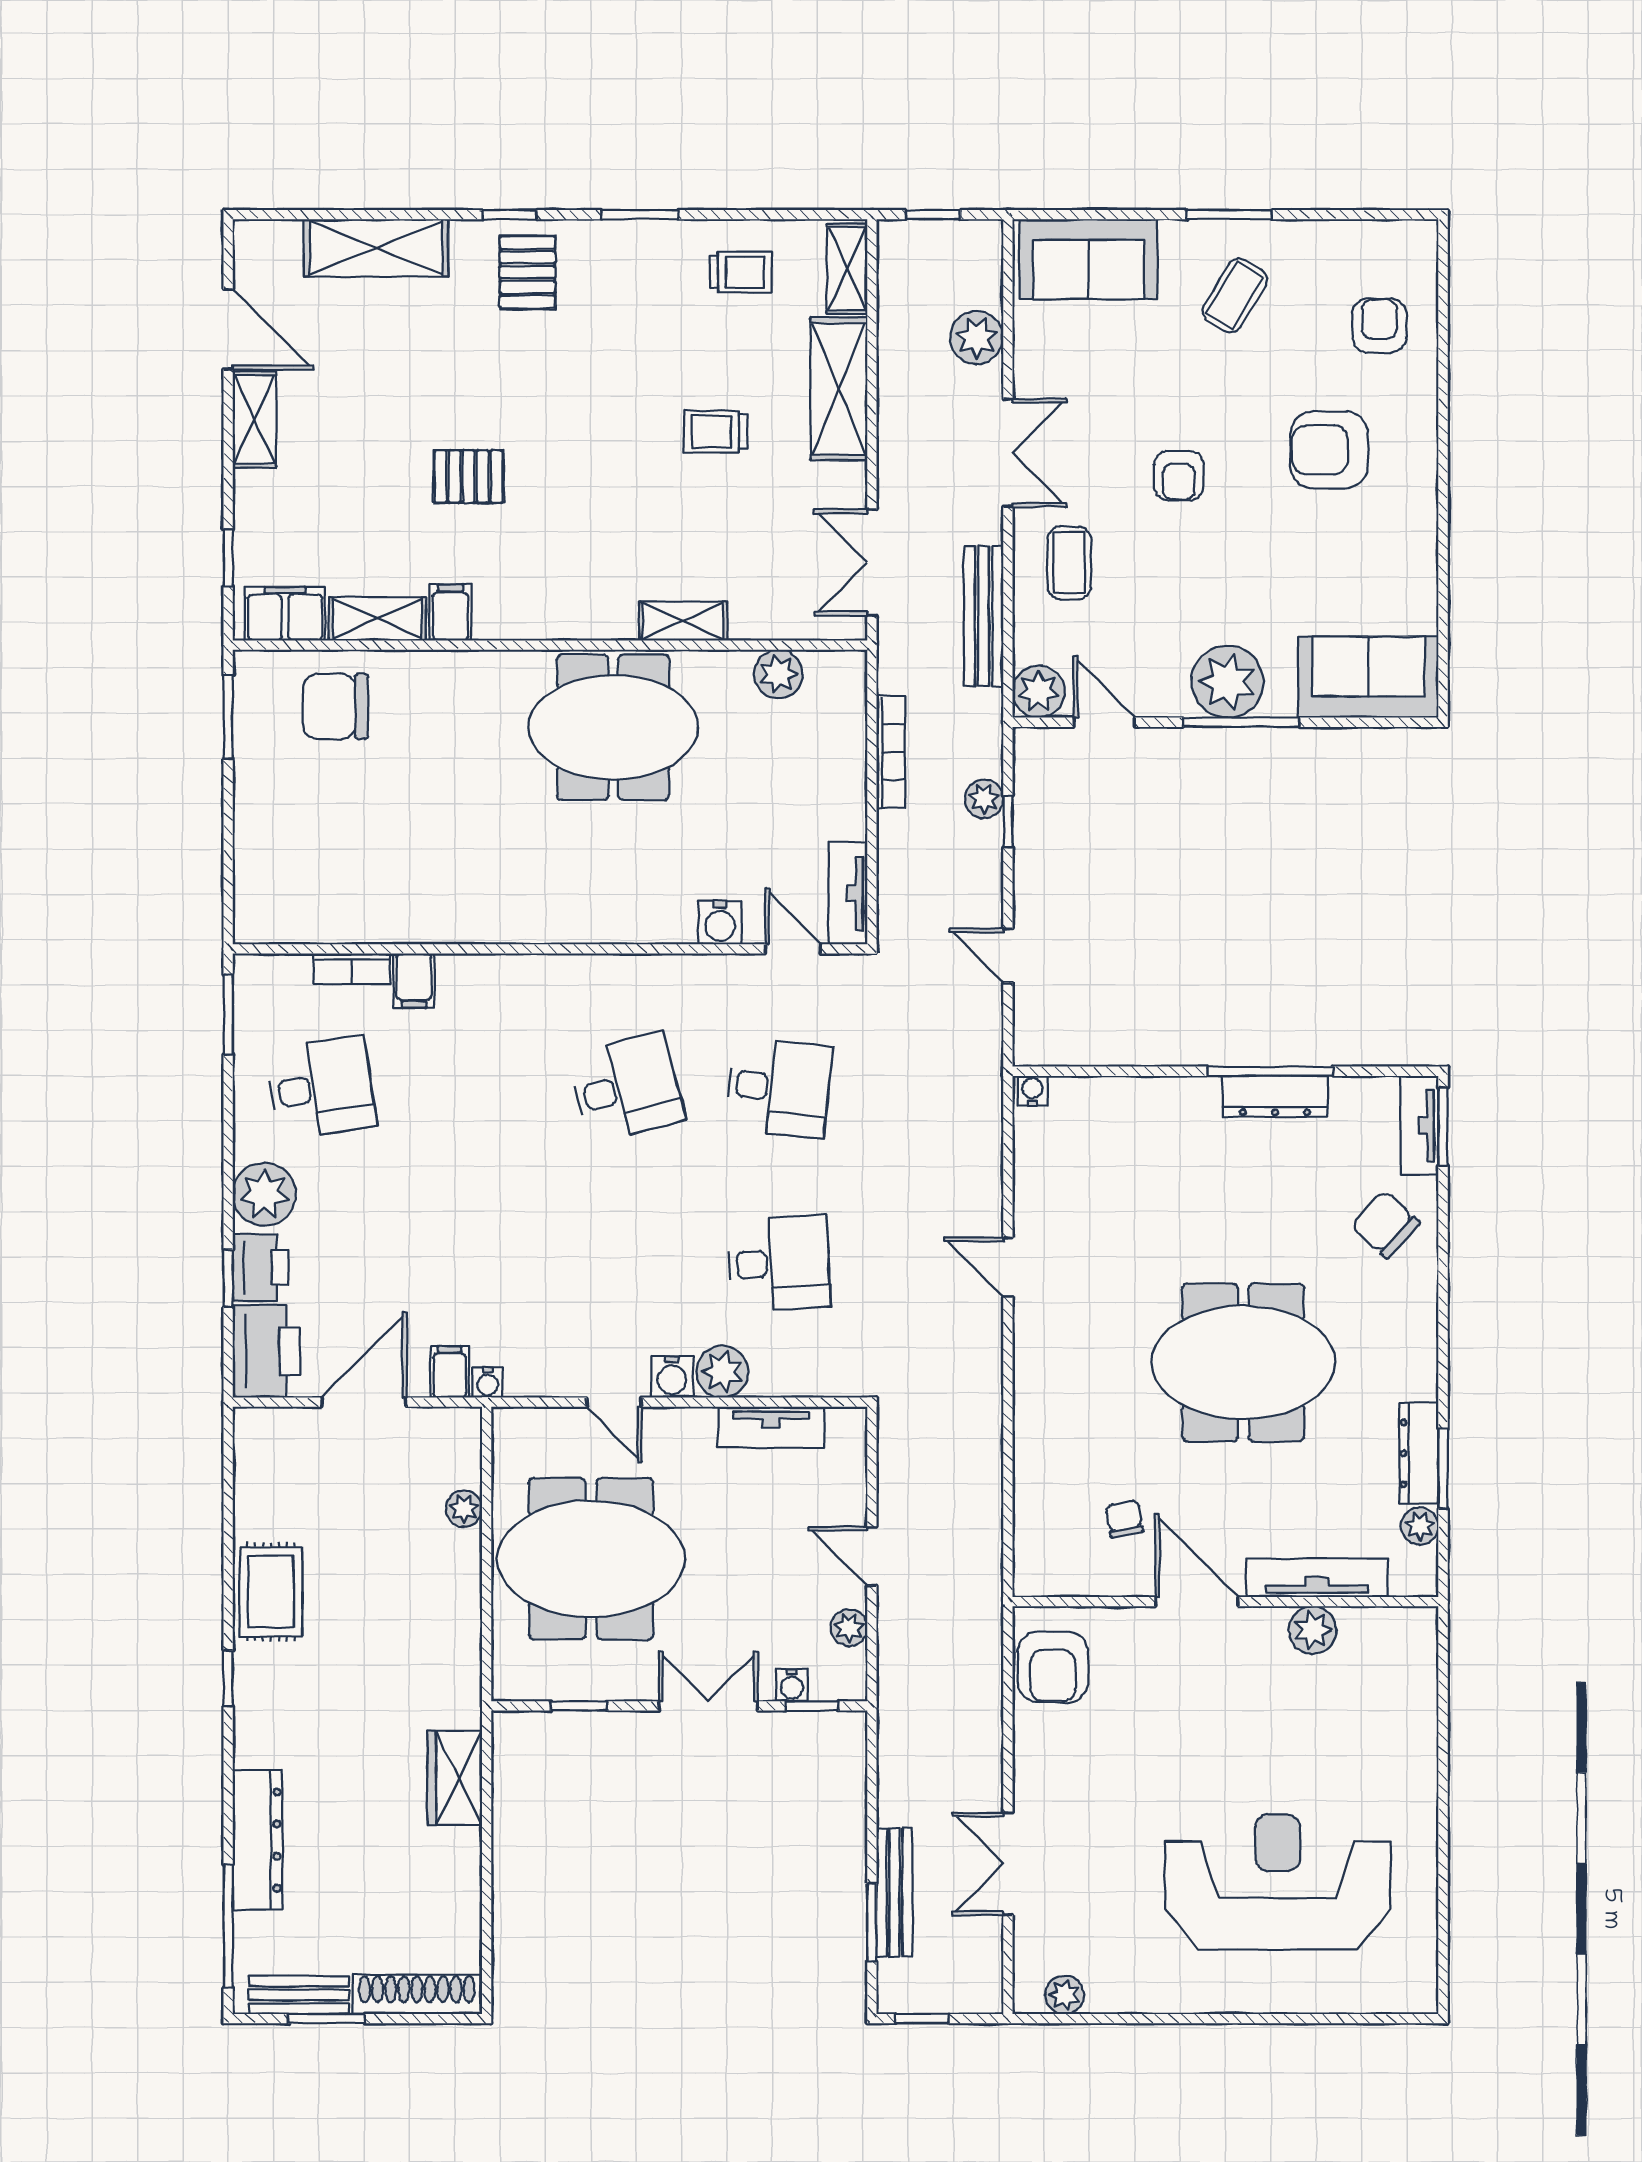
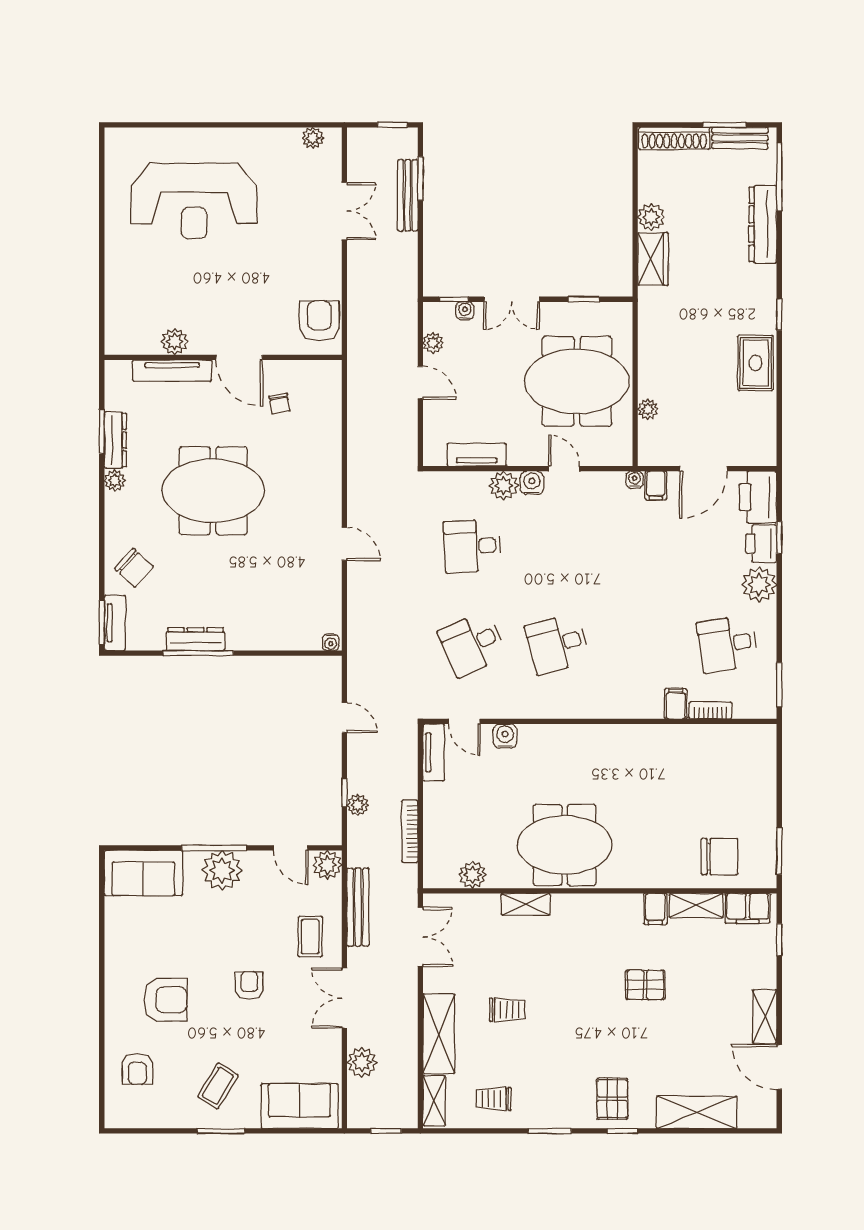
desk: (779, 1088) -> (472, 644), turned -30
plant: (1420, 1526) -> (115, 481), moved
plant: (458, 1853) -> (651, 217), added

